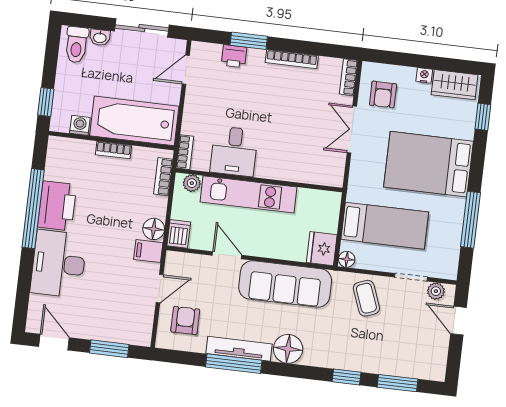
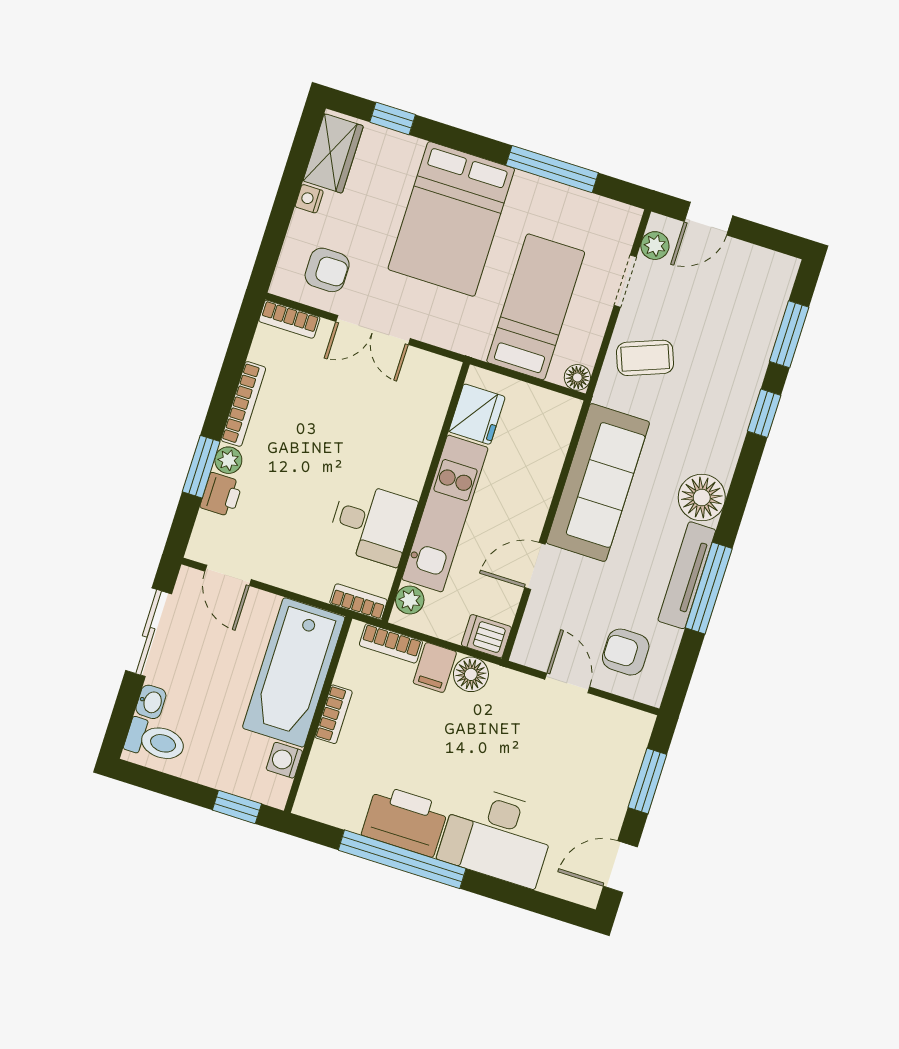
plant: (256, 57) -> (228, 460), added
fridge: (322, 249) -> (477, 414), moved, turned -90
filing cabinet: (148, 251) -> (435, 667), moved

